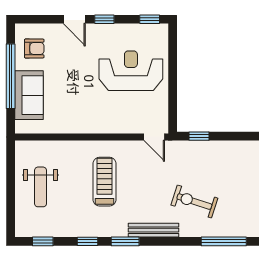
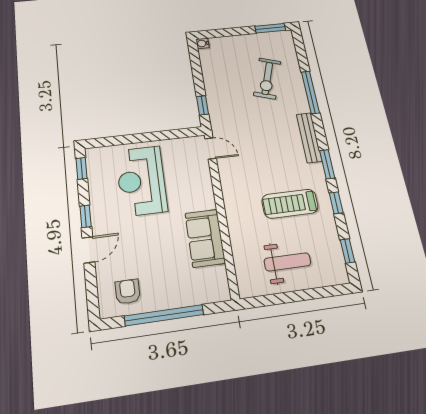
sofa: (29, 95) -> (205, 238), moved, turned -90
door: (154, 137) -> (211, 148), hinge flipped
treadmill: (104, 182) -> (290, 204), moved
exercise bike: (194, 202) -> (267, 78), moved
window: (224, 241) -> (310, 92), moved

